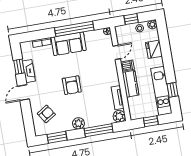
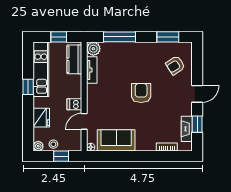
window: (74, 29) -> (127, 156), removed
sofa: (69, 44) -> (116, 140), moved
fireplace: (29, 71) -> (187, 129), moved
kitchen counter: (131, 84) -> (74, 59), moved
window: (172, 90) -> (28, 87), moved
plant: (78, 123) -> (141, 49), removed

